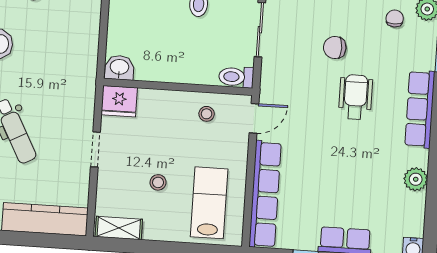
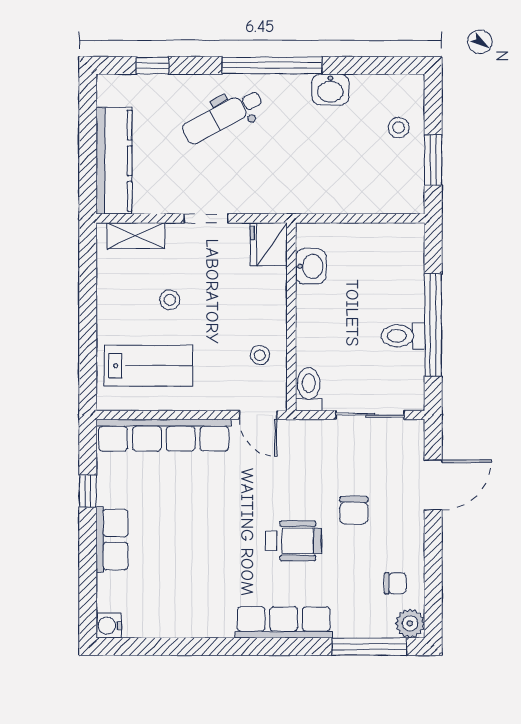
chair: (335, 48) -> (354, 510), turned 180
washbasin: (119, 68) -> (311, 266), moved
plant: (416, 179) -> (195, 623), removed
shelving: (119, 228) -> (136, 236), moved, turned 90

